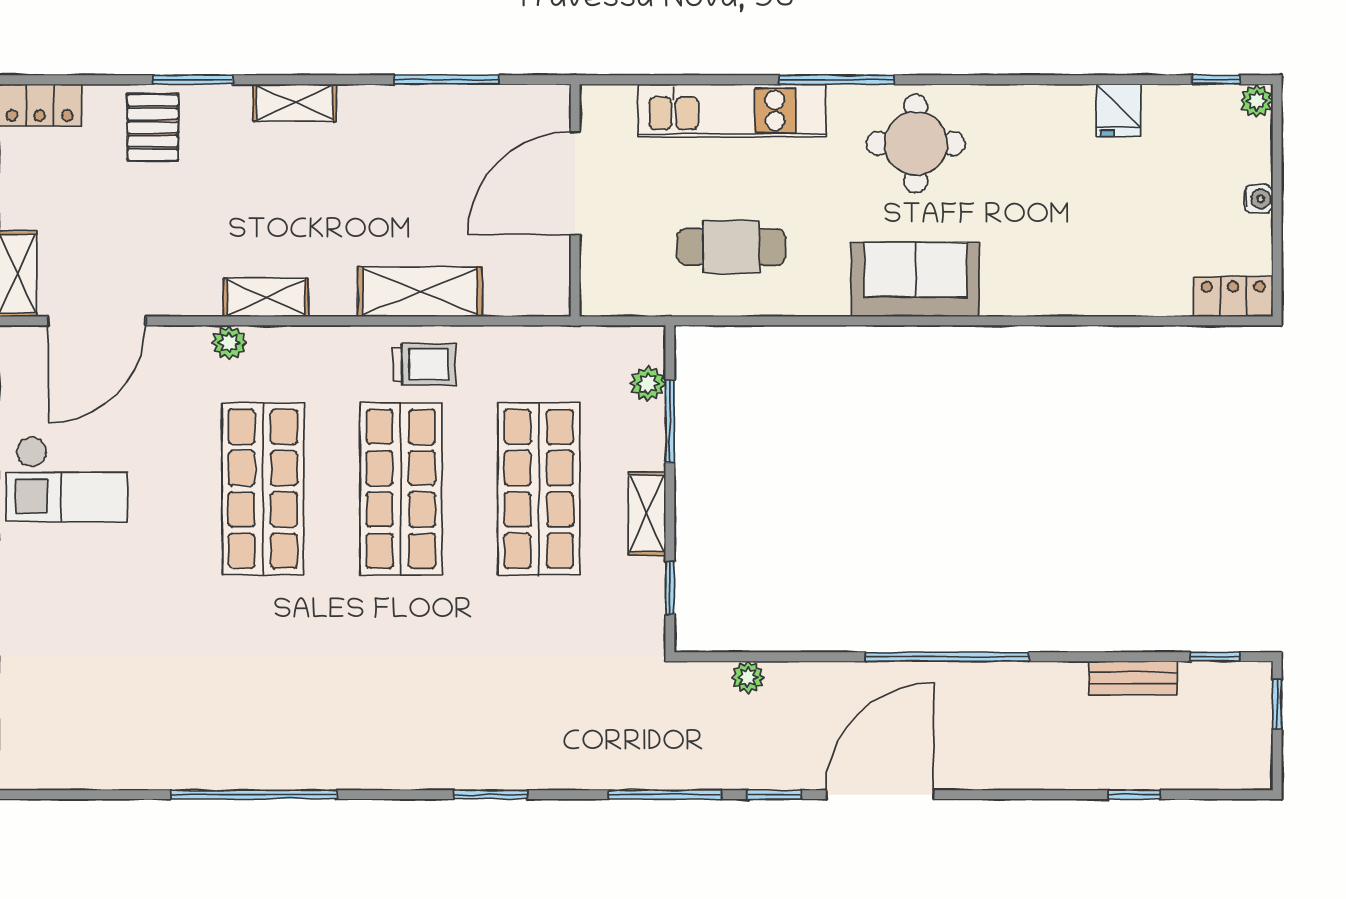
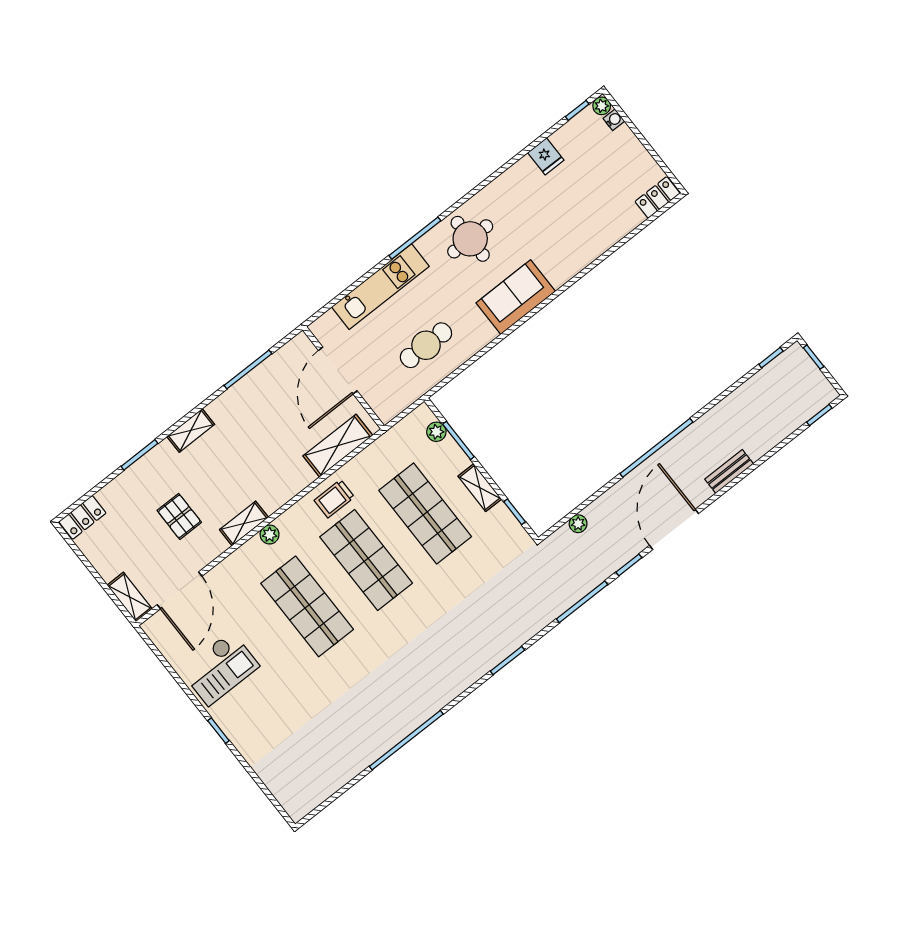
pallet: (153, 127) -> (179, 516), moved
water cooler: (1258, 199) -> (614, 120), moved
shelving: (420, 292) -> (338, 446), moved
plant: (229, 342) -> (270, 535), moved
trolley: (424, 364) -> (334, 499), turned 180
bench: (1133, 678) -> (729, 471), moved
window: (1134, 795) -> (819, 415), moved

